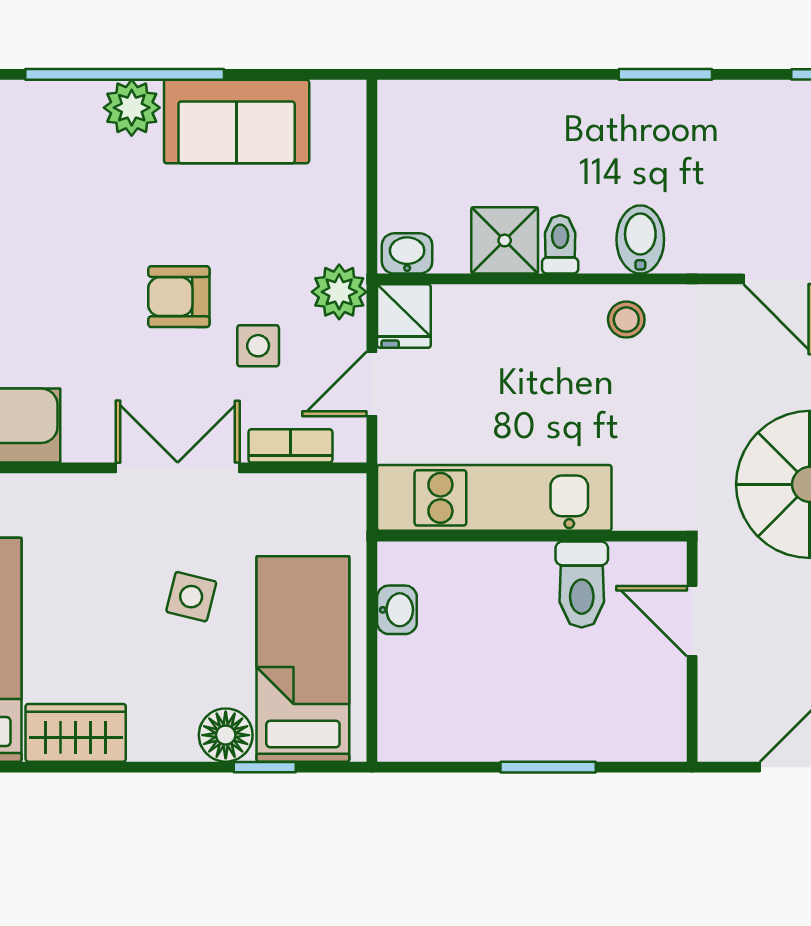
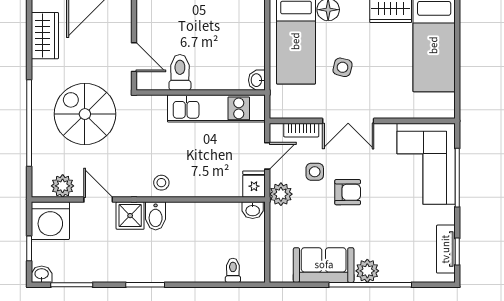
shower: (505, 240) -> (130, 216), moved
toilet: (560, 244) -> (233, 270), moved, turned 180
washbasin: (397, 610) -> (257, 80), moved

